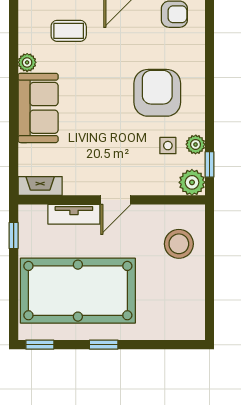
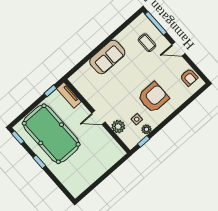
plant: (27, 62) -> (121, 38), removed
plant: (192, 182) -> (118, 127), moved
fireplace: (40, 186) -> (78, 84), removed
tv unit: (74, 214) -> (69, 95), moved
stool: (179, 244) -> (103, 157), removed

